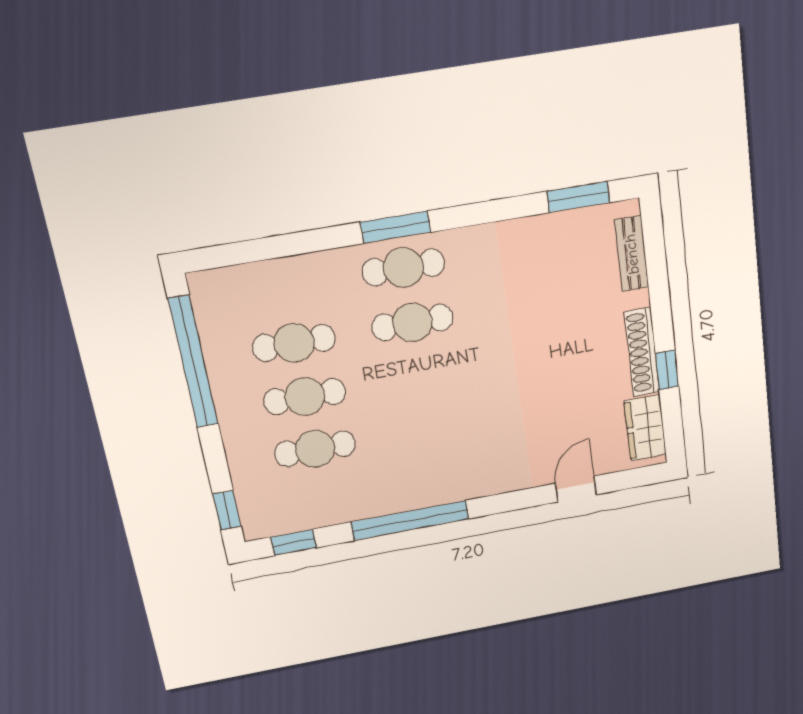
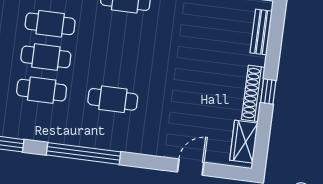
cafe table: (413, 322) -> (113, 99), moved
window: (667, 370) -> (268, 92), moved

